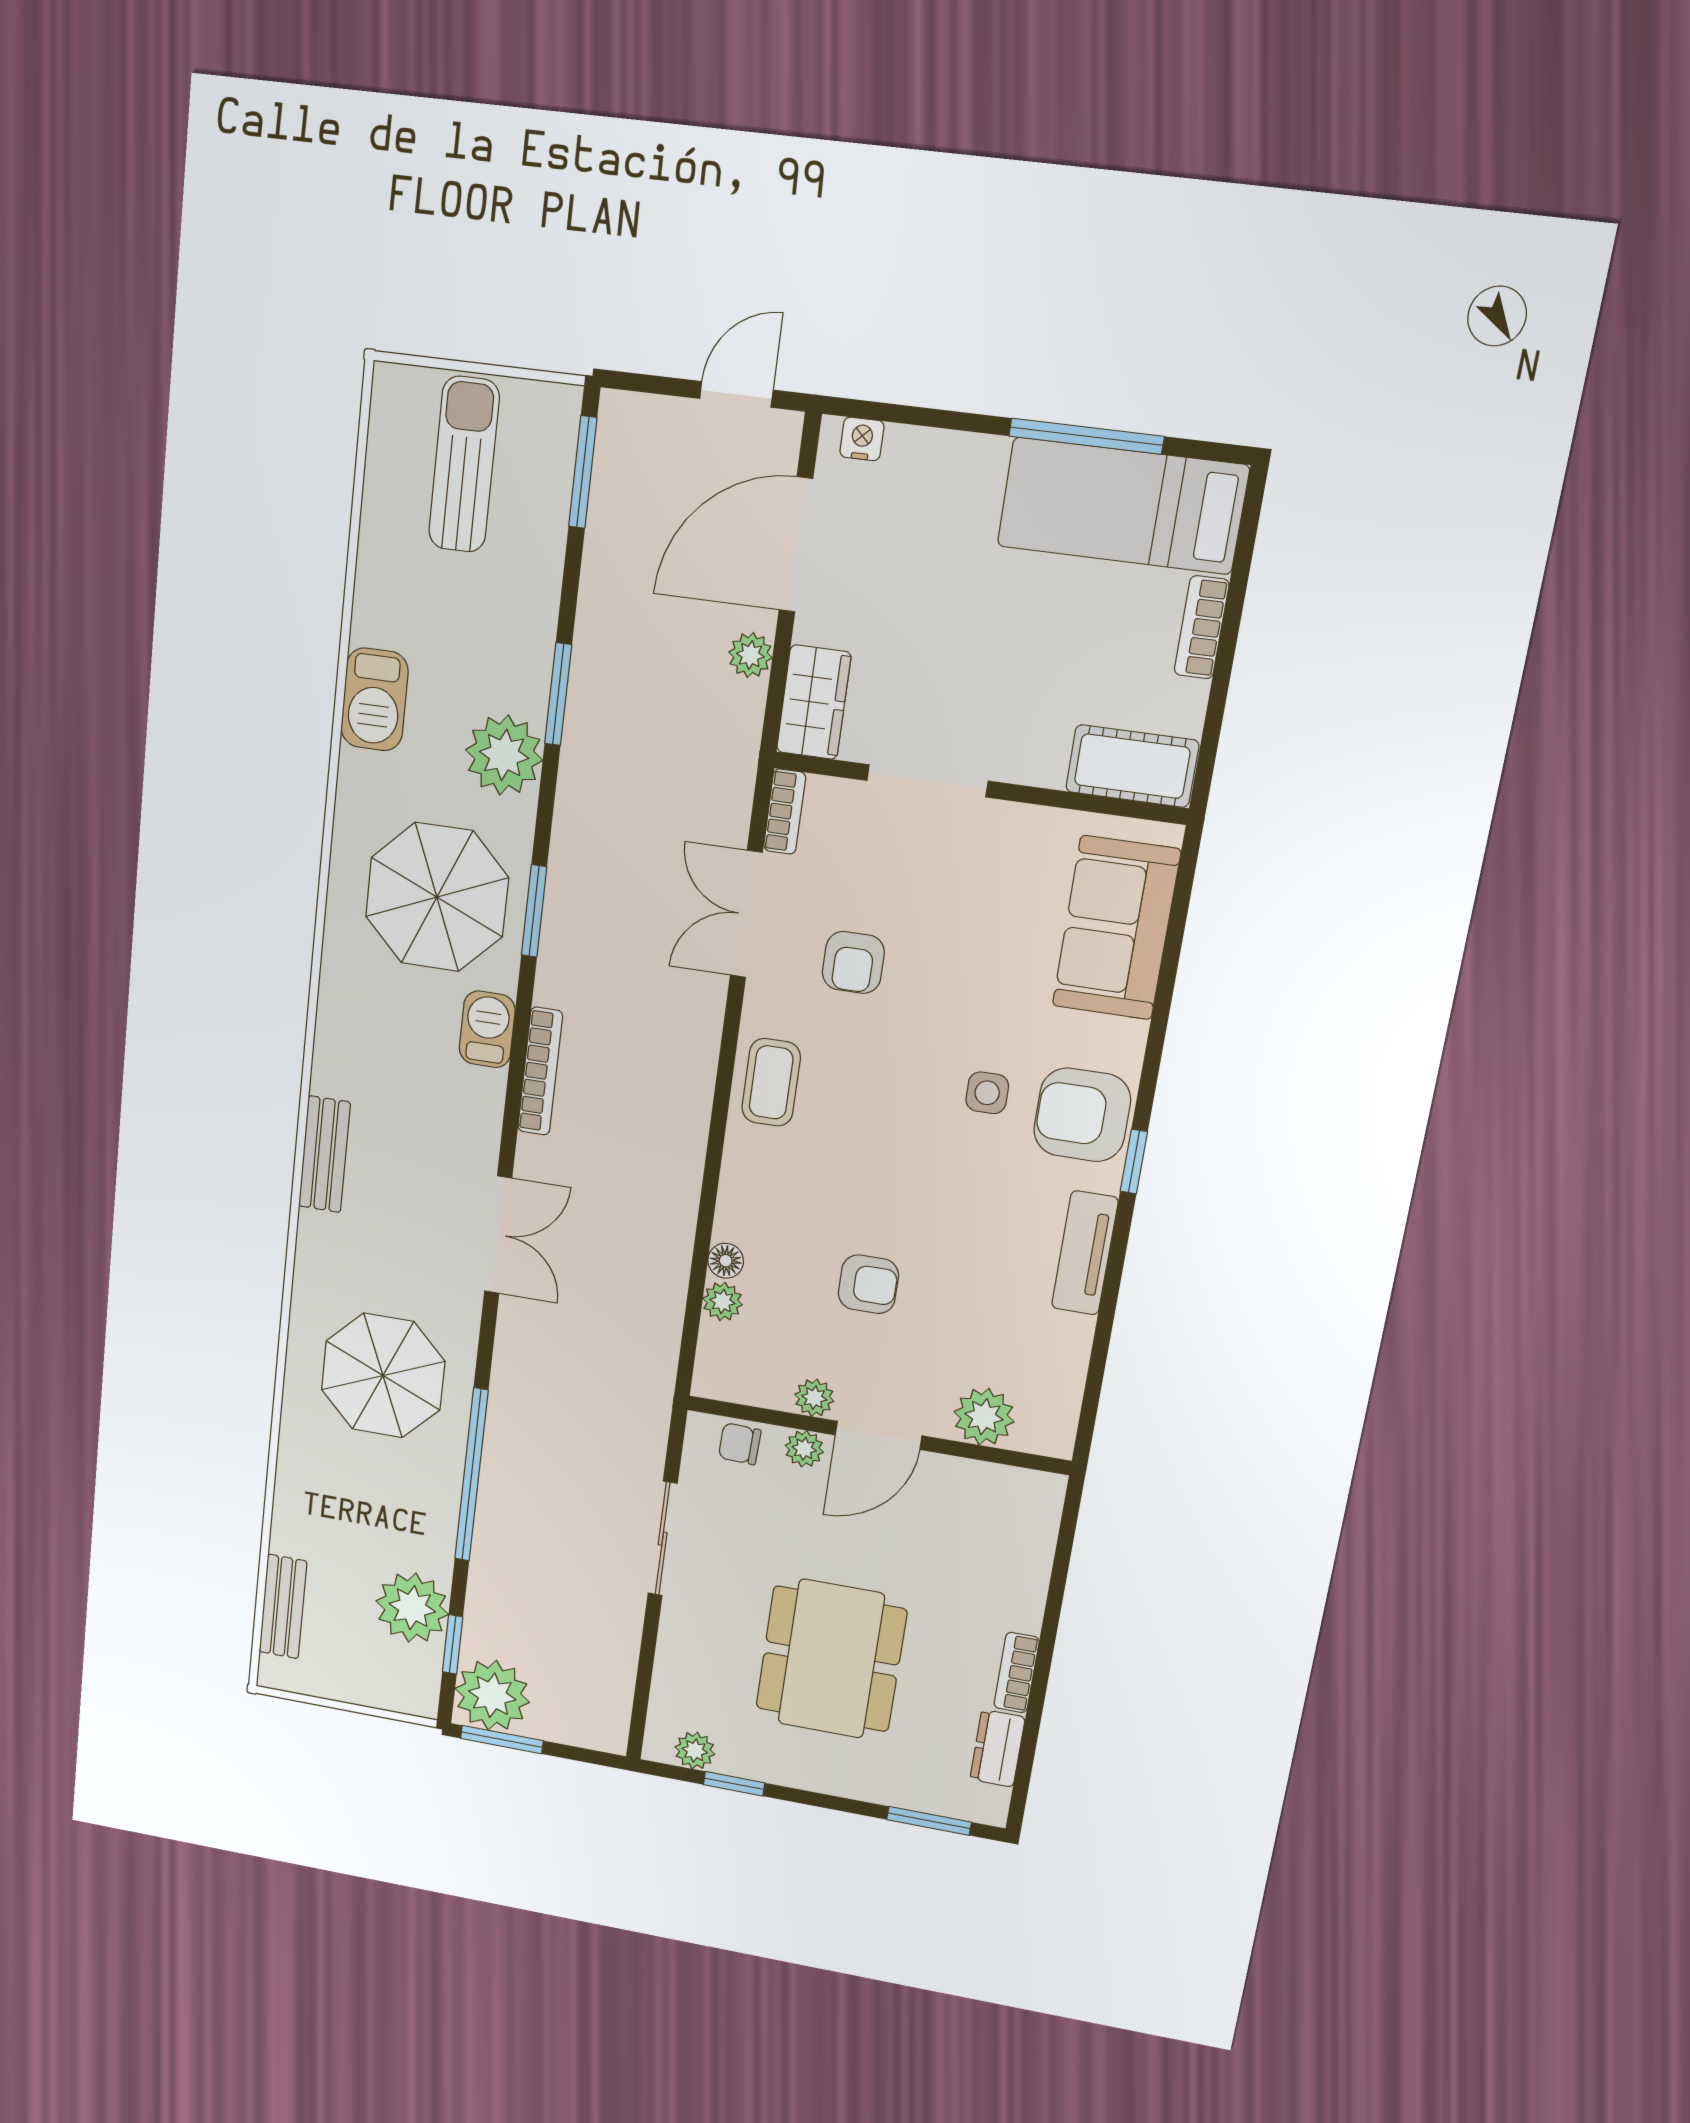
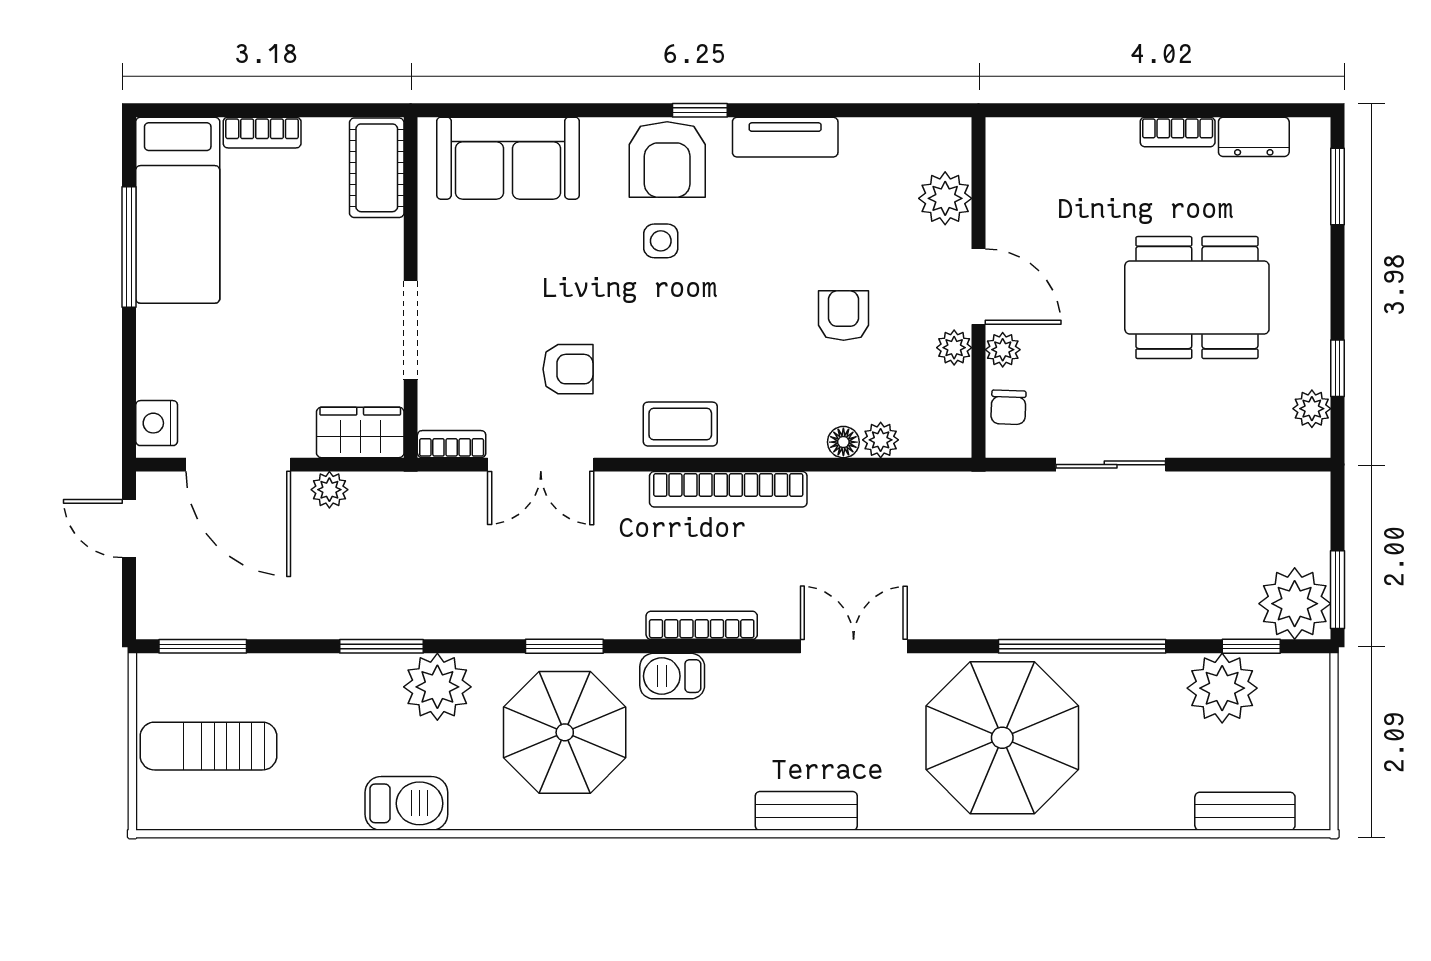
nightstand: (862, 439) -> (157, 423), width x1.39, depth x1.35
bookcase: (690, 1125) -> (728, 489), added
parasol: (383, 1376) -> (1002, 738), width x1.36, depth x1.36

